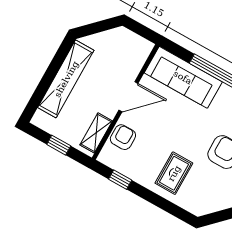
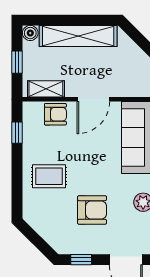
door: (128, 97) -> (93, 99), hinge flipped
boiler: (40, 119) -> (30, 33), added

